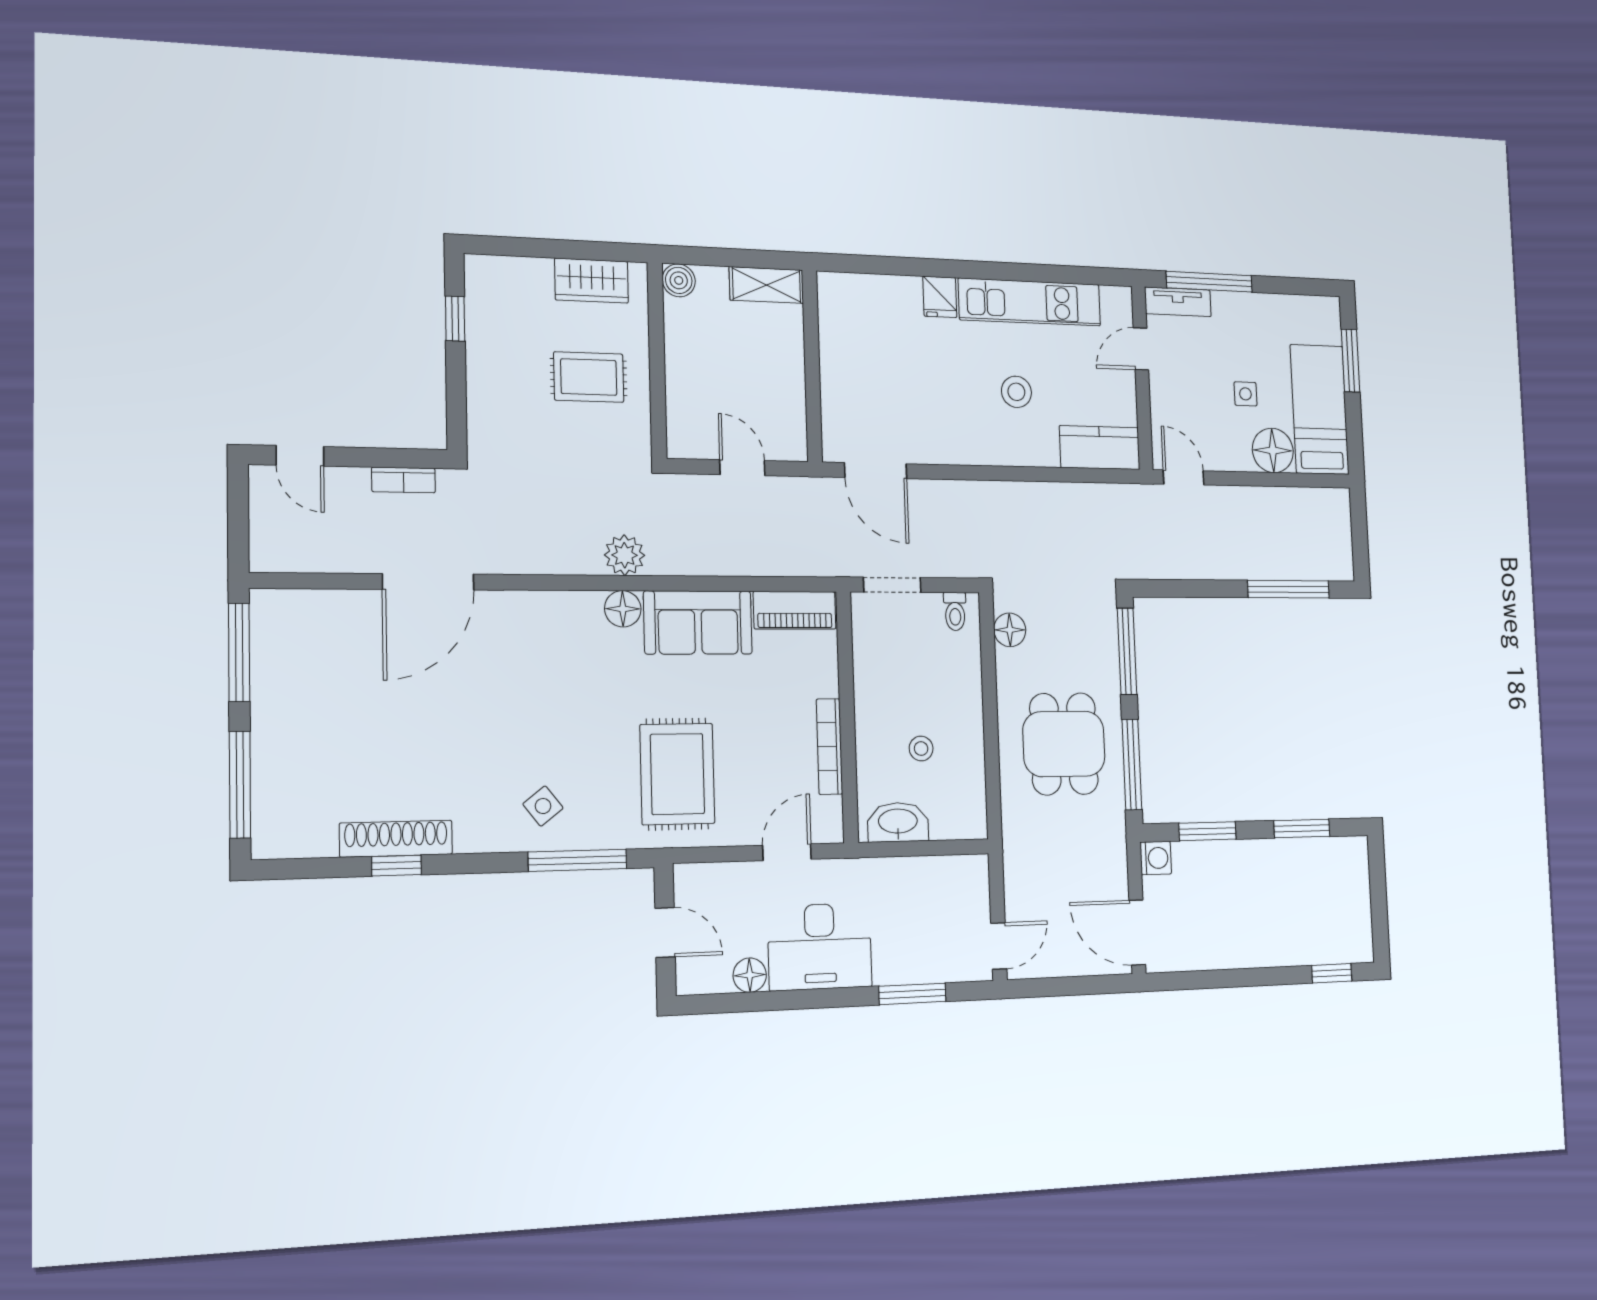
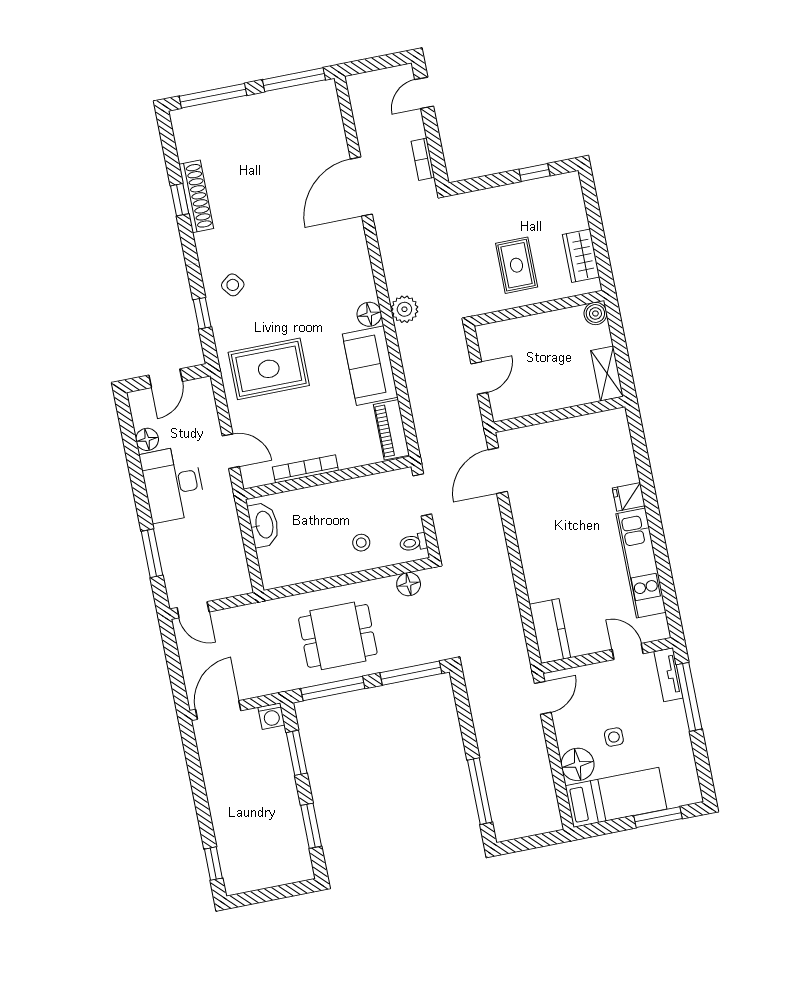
stool: (1016, 392) -> (575, 563), removed
door: (428, 582) -> (361, 187), hinge flipped
stool: (921, 749) -> (361, 543), moved
window: (578, 860) -> (202, 313), width x0.46

